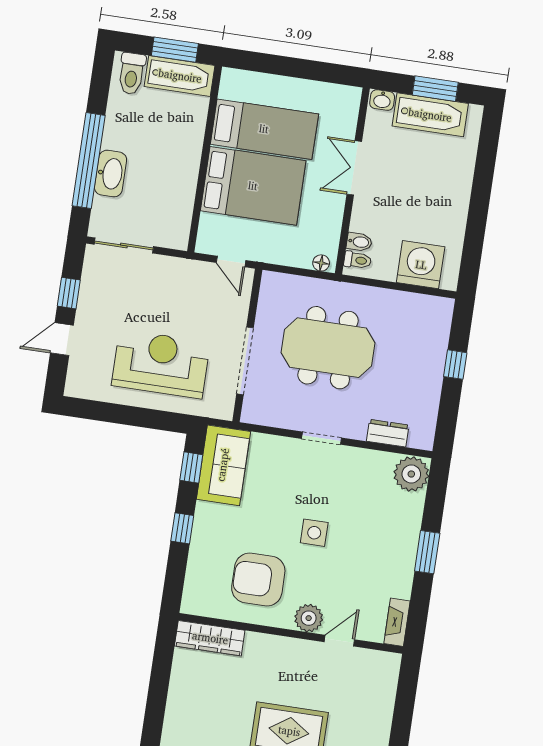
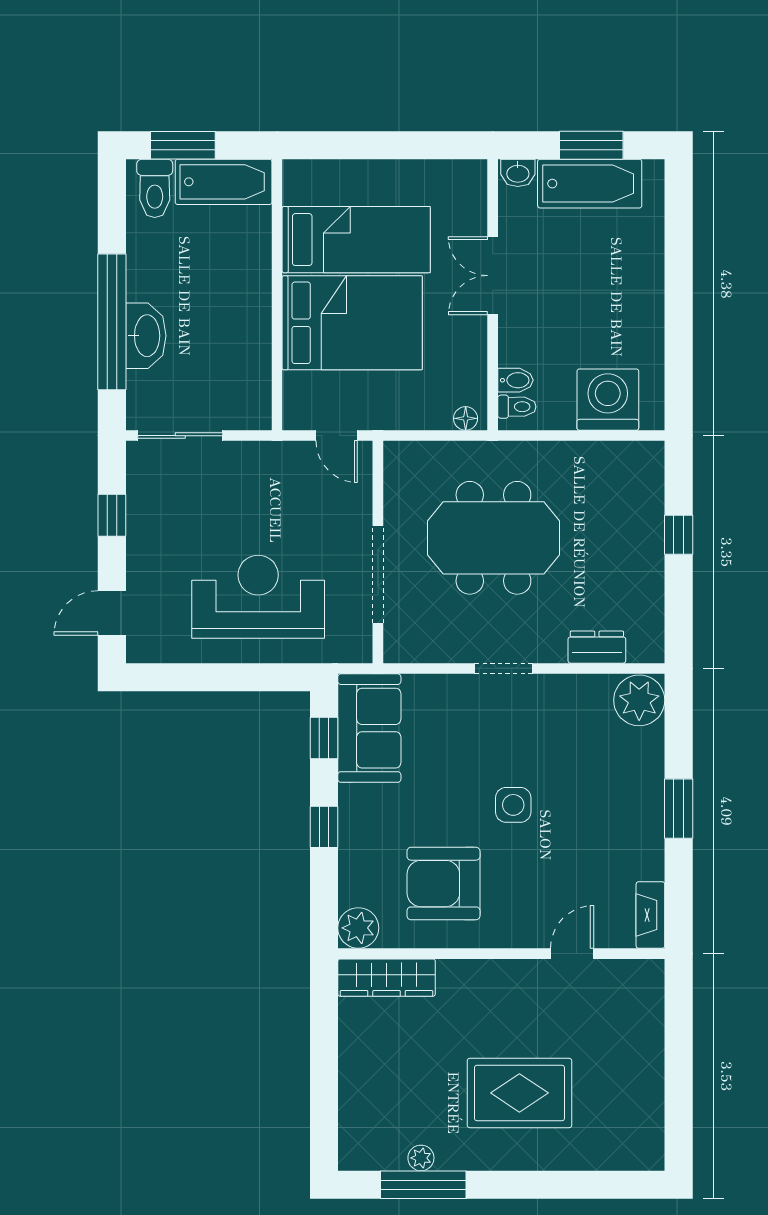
window: (175, 50) -> (183, 145), moved
door: (62, 339) -> (112, 613), moved
plant: (309, 618) -> (358, 928), moved

